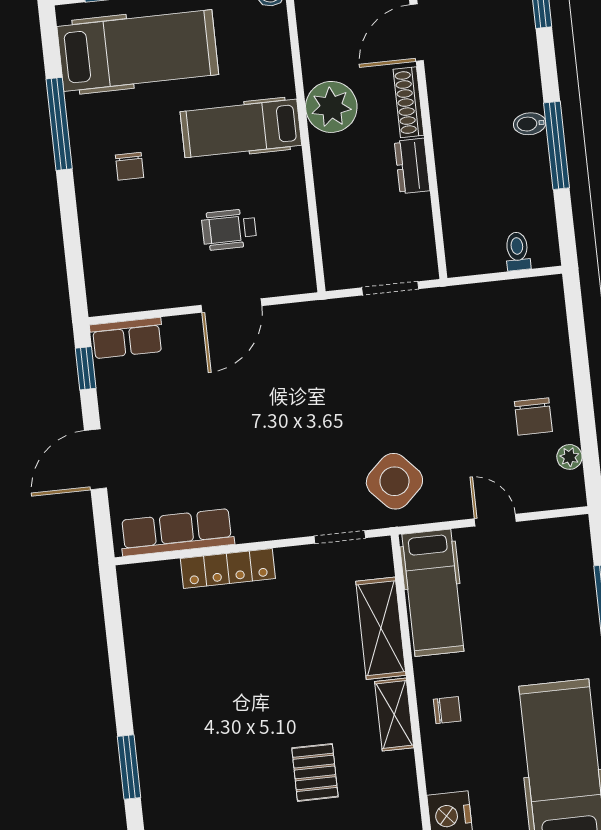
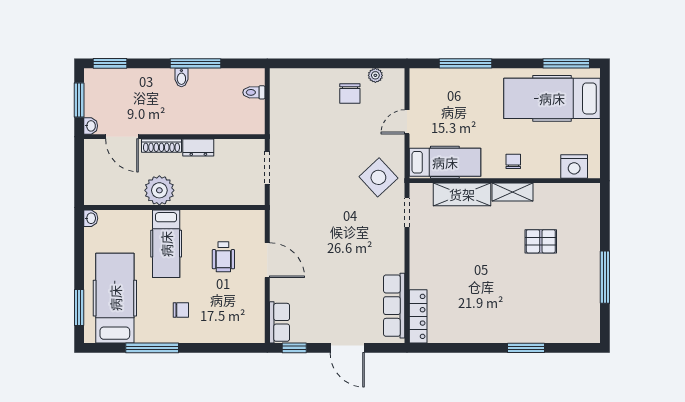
chair: (533, 417) -> (350, 94), turned 90
locker: (228, 568) -> (418, 316), moved

